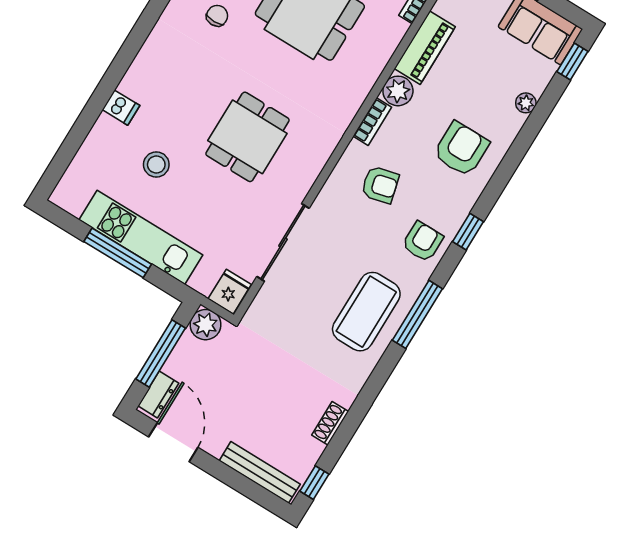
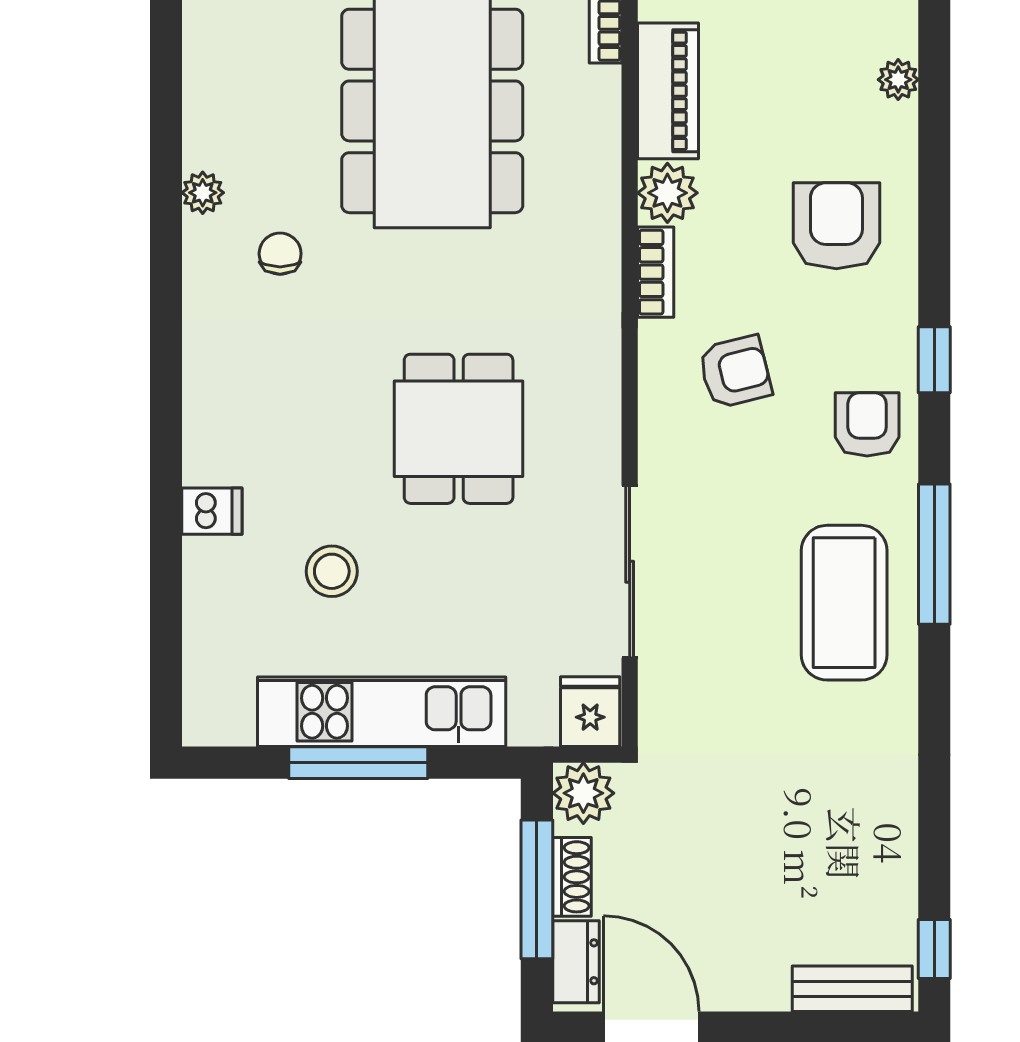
shoe rack: (330, 423) -> (572, 877), moved, turned 180
bench: (260, 472) -> (852, 989), width x0.73

